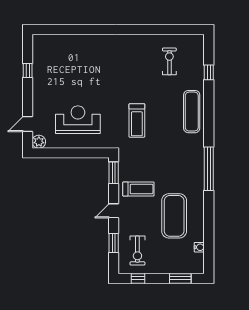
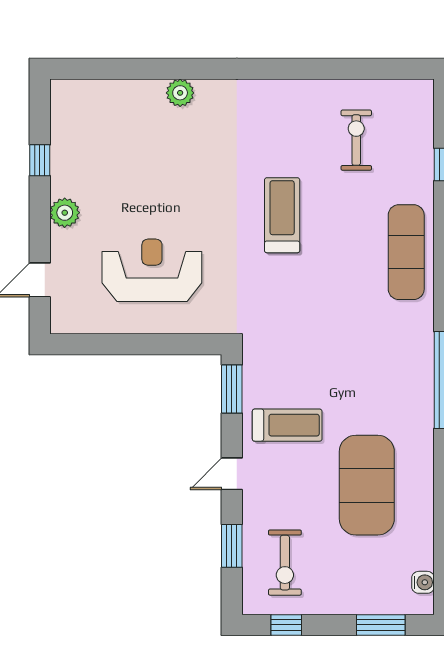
plant: (90, 40) -> (180, 93), added
treadmill: (137, 120) -> (282, 215), moved, turned 180
plant: (39, 142) -> (65, 213), moved
water cooler: (199, 247) -> (423, 582), moved

